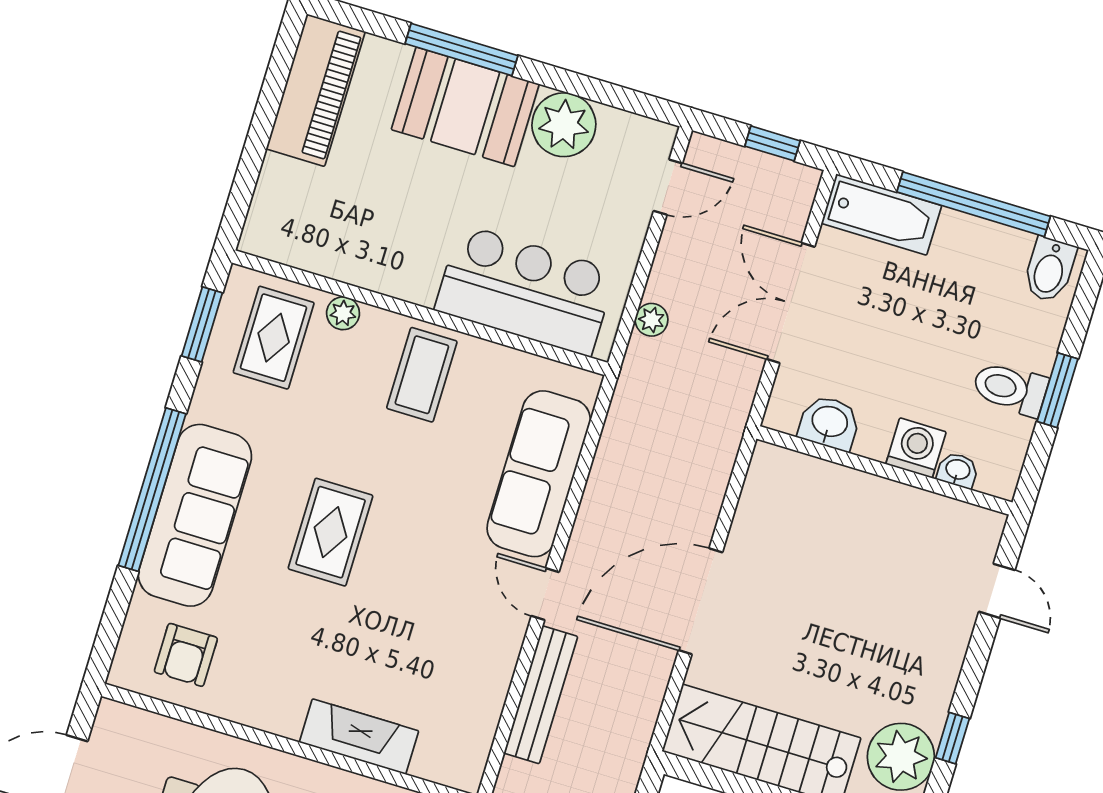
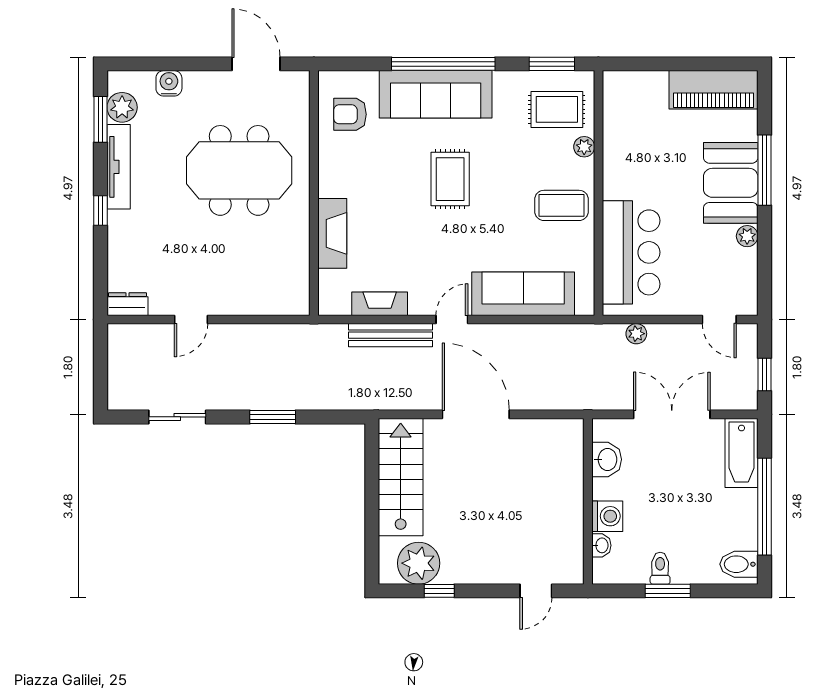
plant: (564, 125) -> (747, 236), width x0.53, depth x0.53
toilet: (1010, 389) -> (660, 568), width x0.73, depth x0.72
rug: (331, 532) -> (450, 179), turned 90
fireplace: (488, 697) -> (380, 304), added

